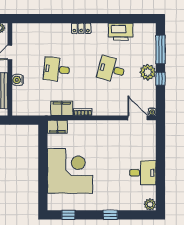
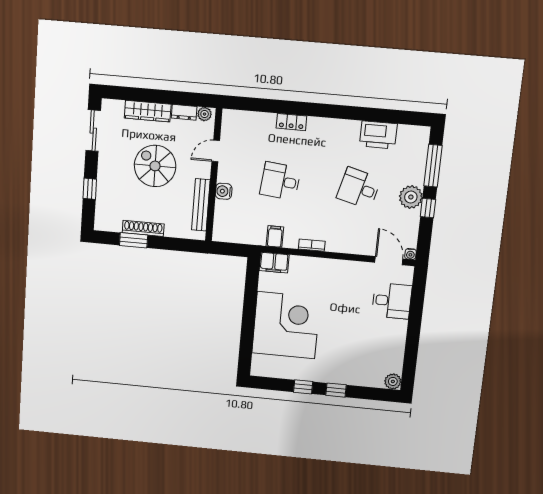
locker: (81, 28) -> (291, 122), moved
filing cabinet: (62, 108) -> (275, 236), width x0.50
desk: (143, 173) -> (392, 301), moved
window: (68, 215) -> (303, 387), moved

